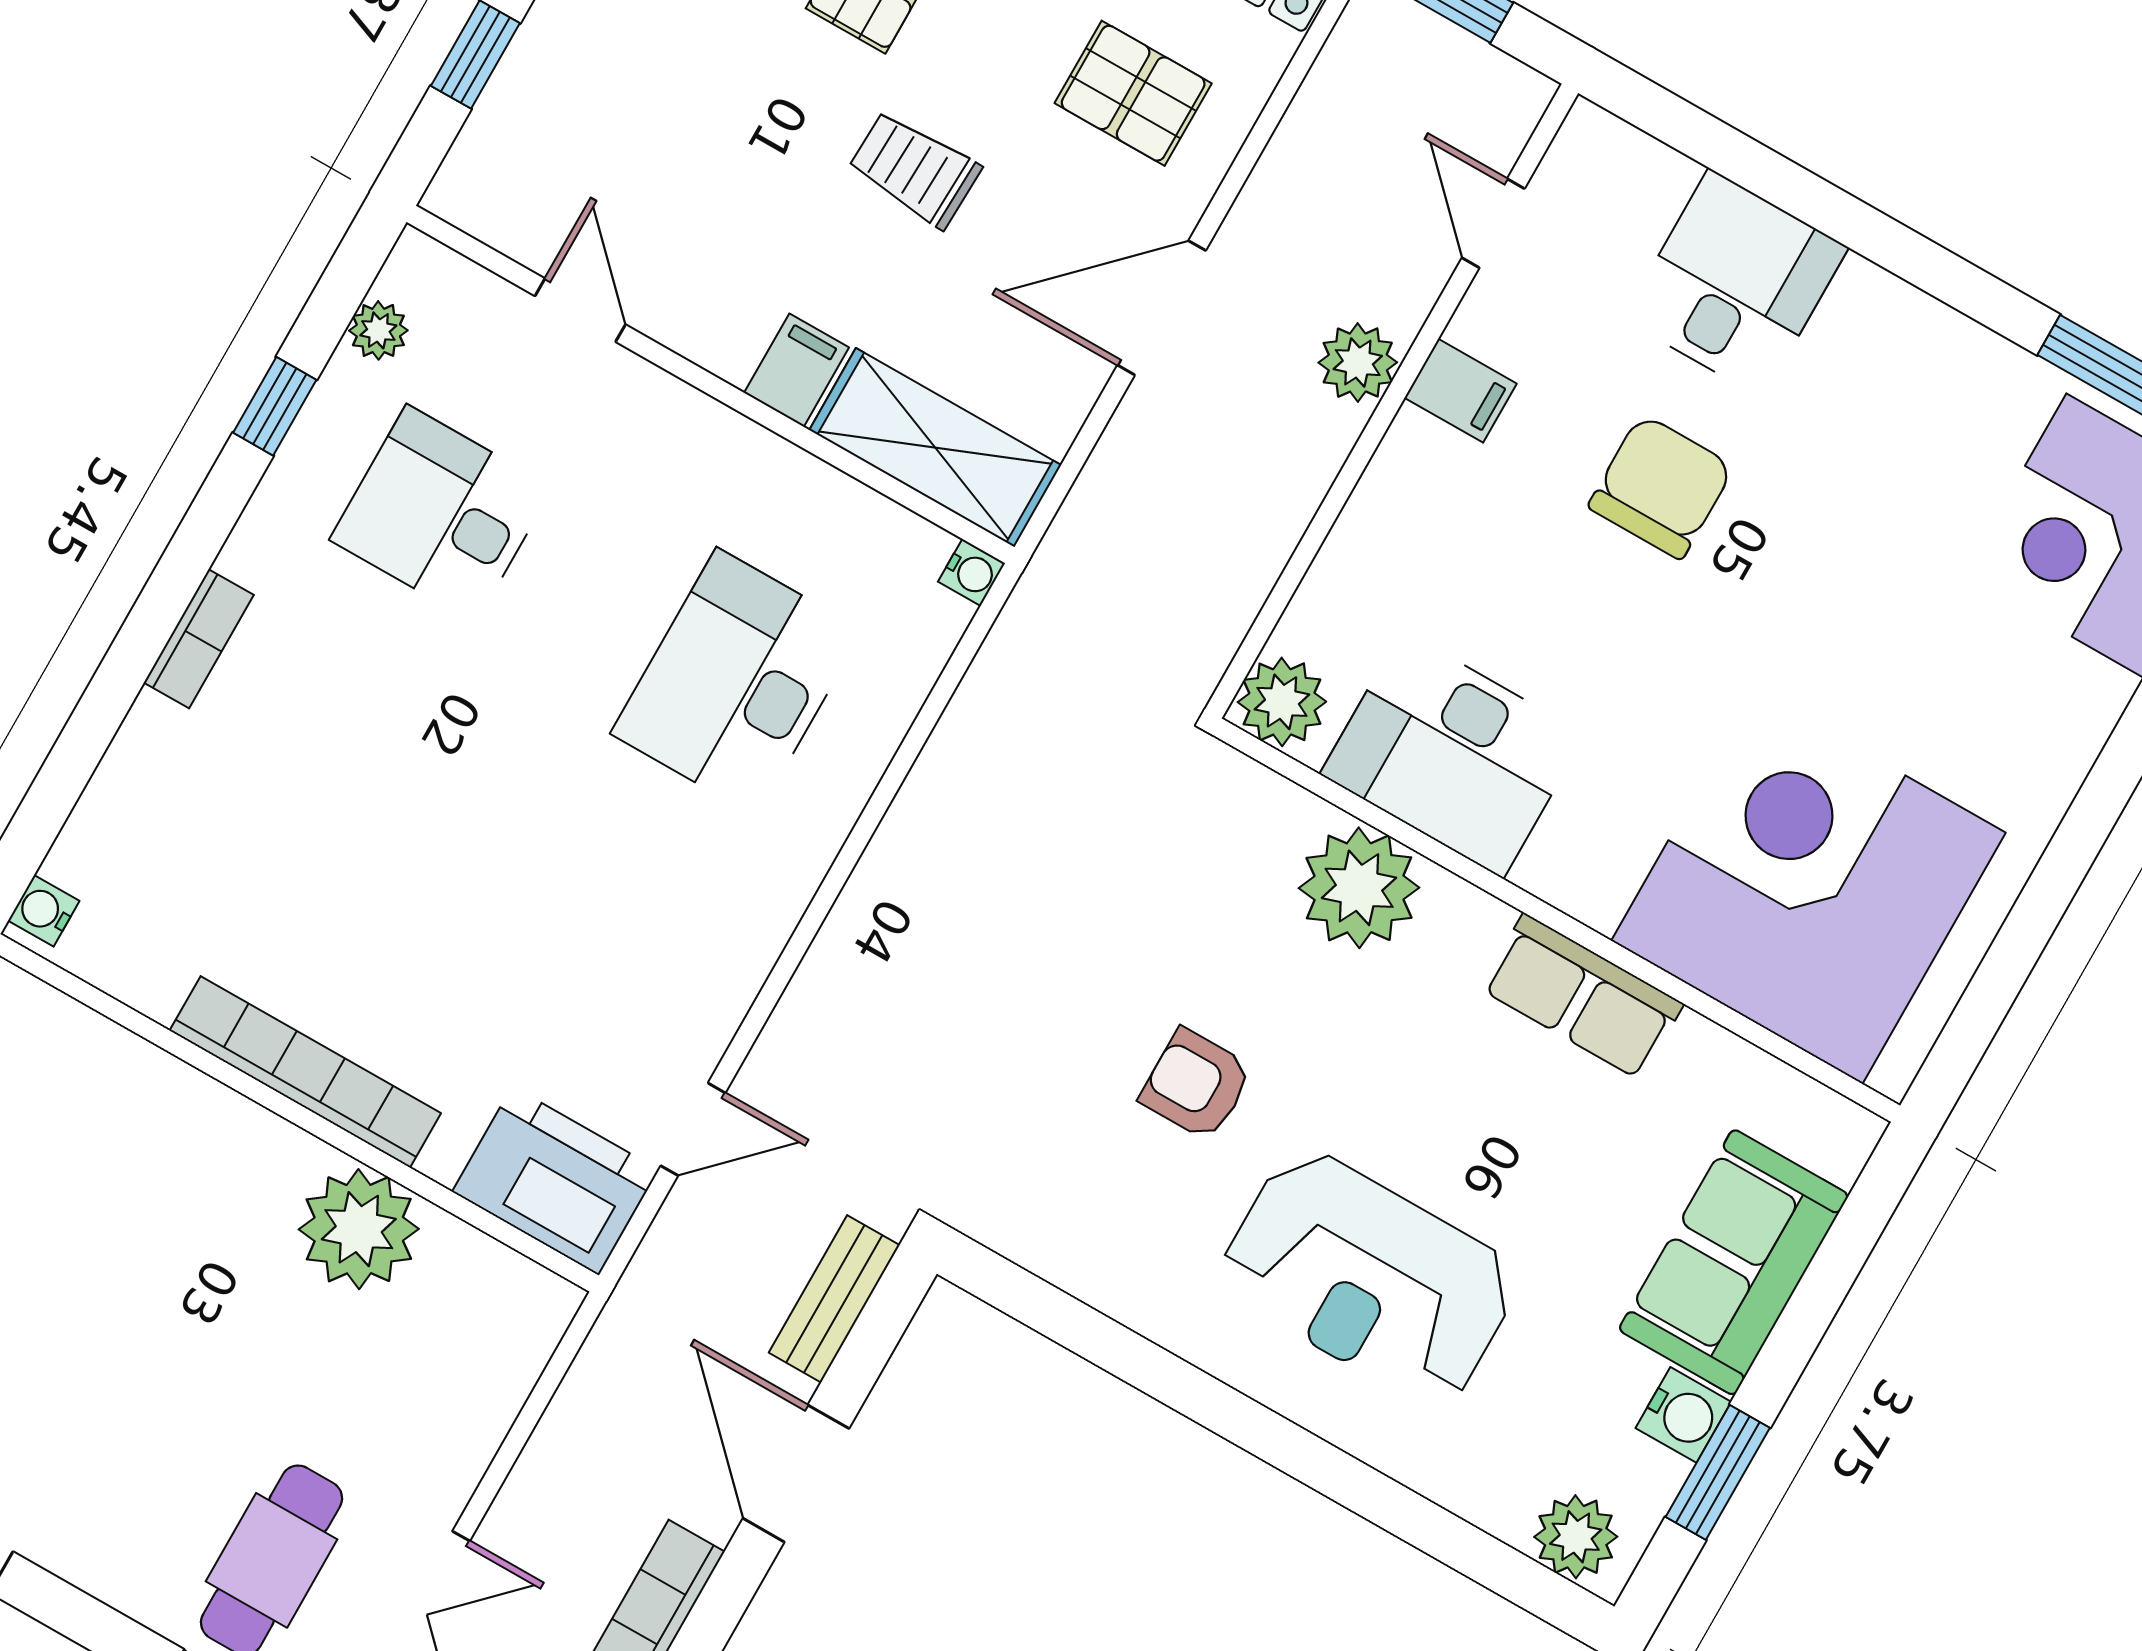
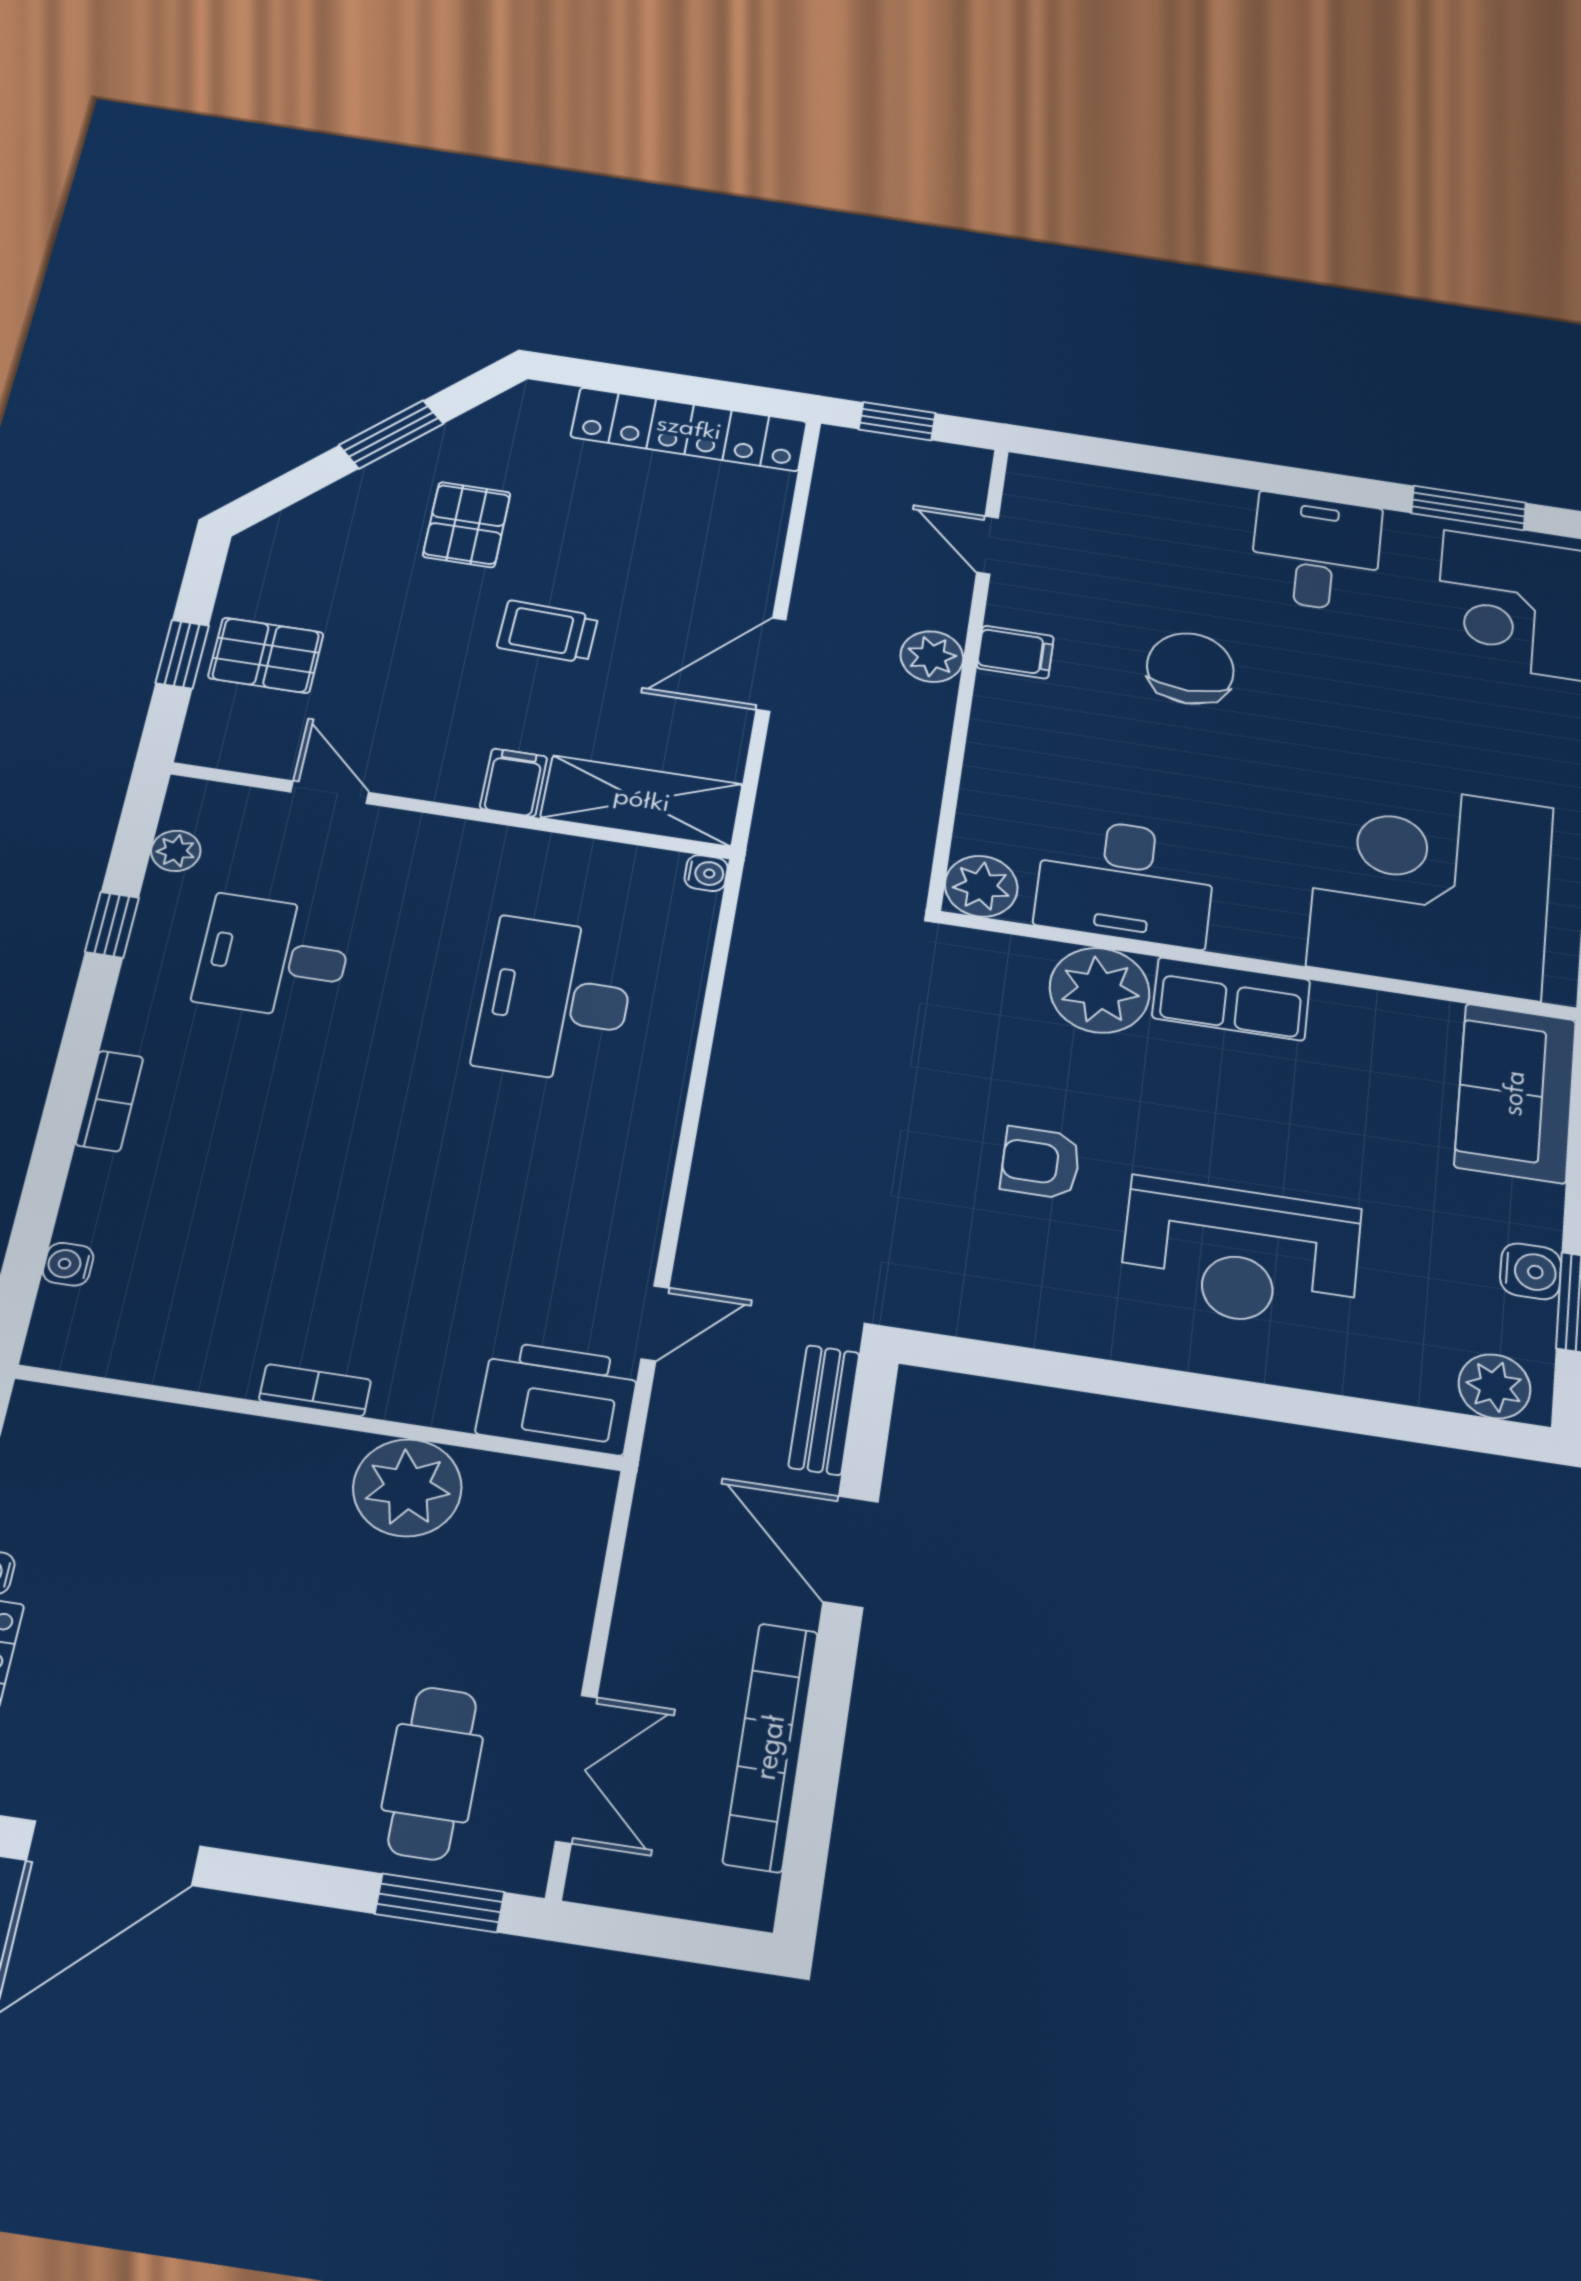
pallet: (1133, 93) -> (266, 655), moved
desk: (1736, 283) -> (1316, 553), moved
water cooler: (44, 911) -> (68, 1264), moved
row of seats: (1582, 996) -> (1231, 999), moved
bookcase: (305, 1072) -> (315, 1390), width x0.43, depth x0.76
sofa: (1734, 1262) -> (1515, 1093), moved

